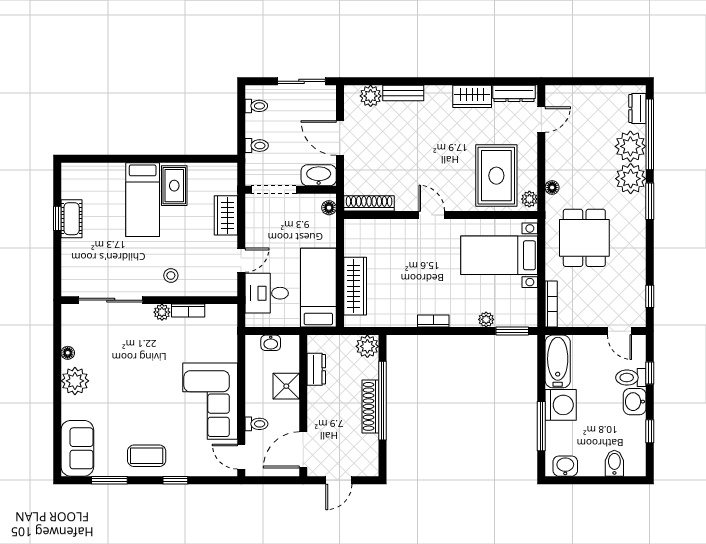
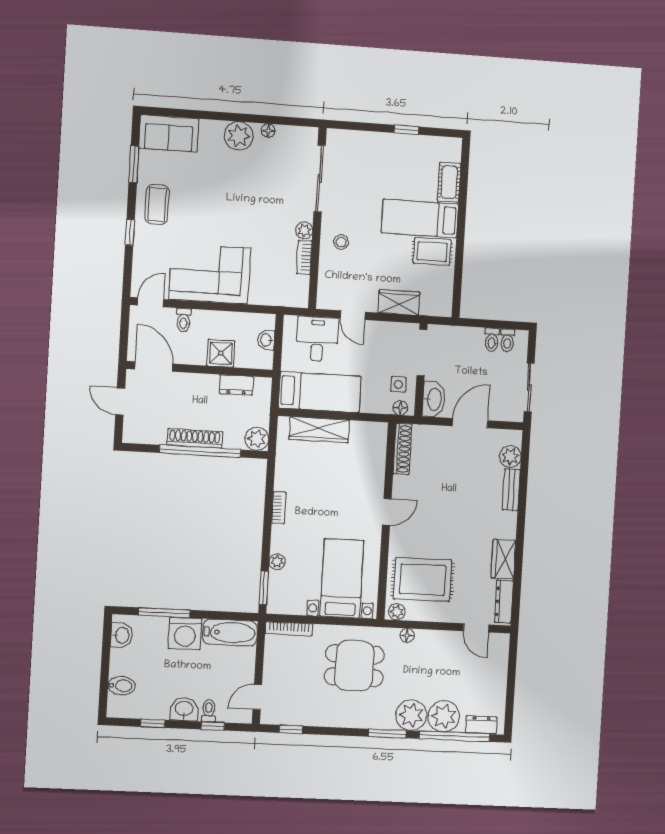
toilet: (257, 146) -> (492, 340), moved
side table: (306, 211) -> (398, 384), added
cot: (72, 219) -> (449, 182), moved, turned 90
toilet: (631, 378) -> (209, 711), width x0.73, depth x0.72

